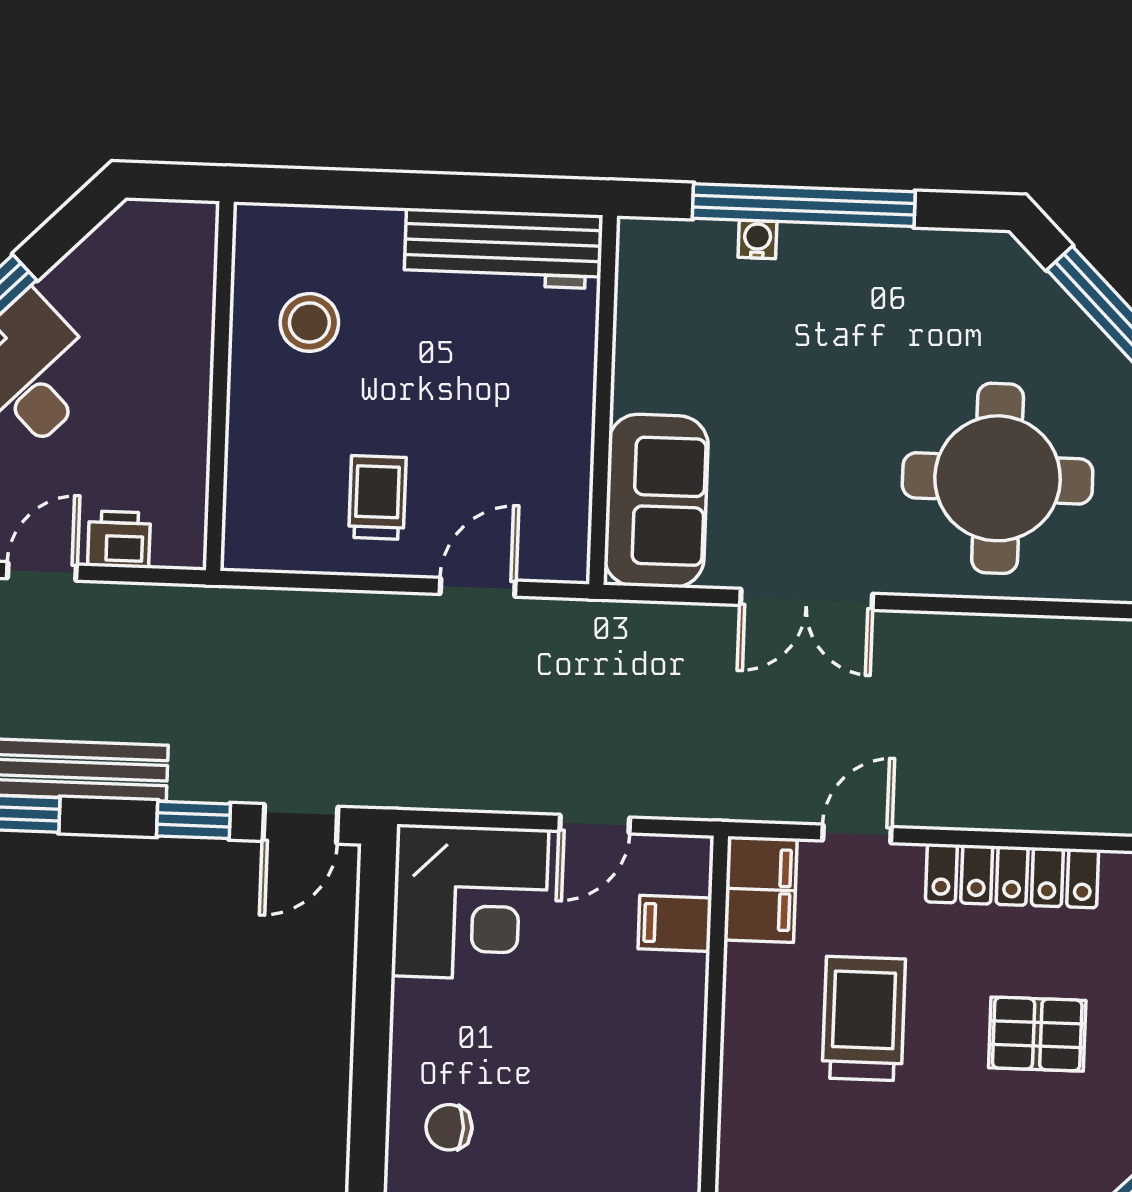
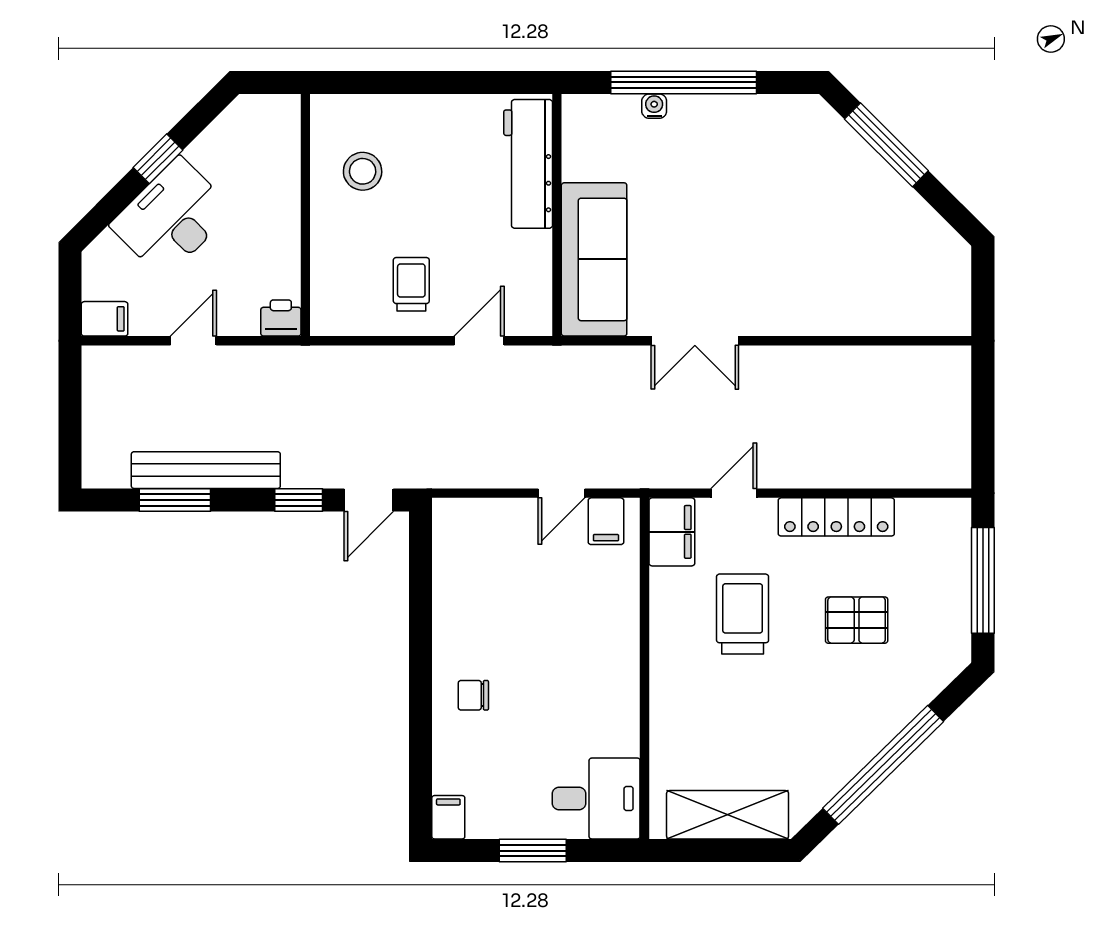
workbench: (503, 248) -> (528, 164), moved, turned 90
round table: (998, 478) -> (817, 257), removed
sofa: (656, 501) -> (594, 259), width x1.36
printer: (119, 539) -> (281, 318), moved
corner desk: (470, 903) -> (482, 548), removed
filing cabinet: (675, 923) -> (606, 521), moved, turned -90

